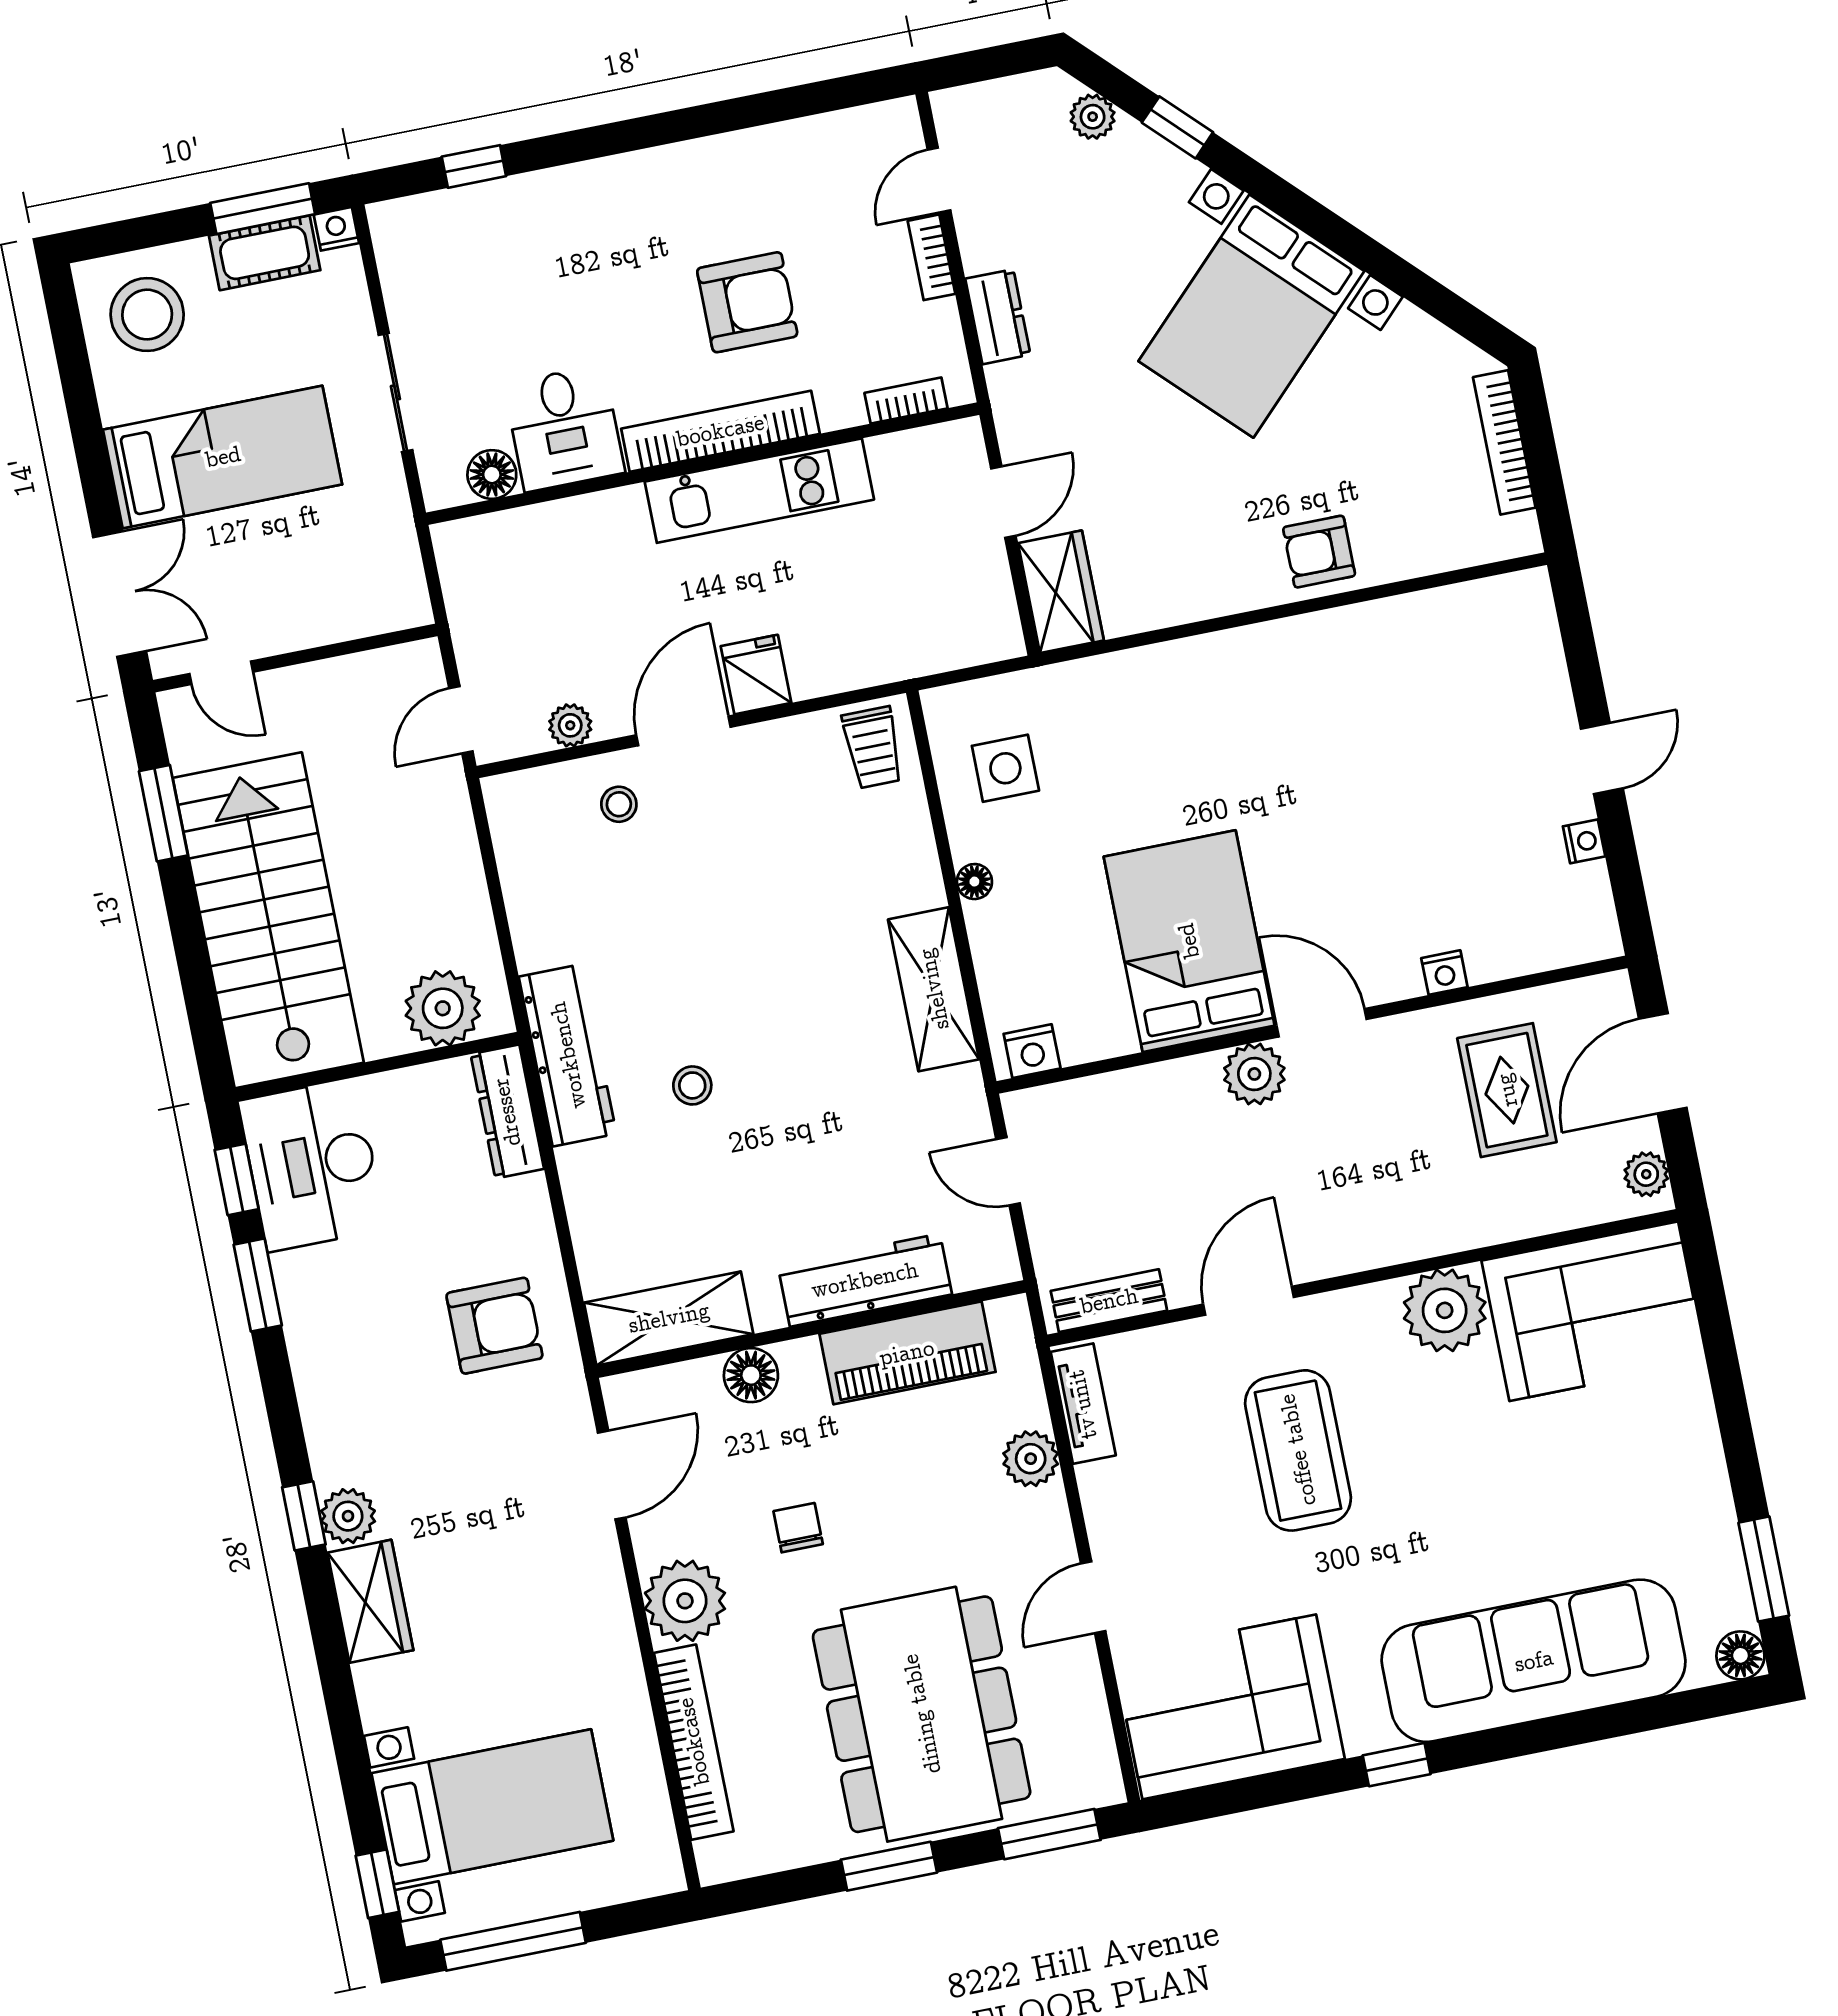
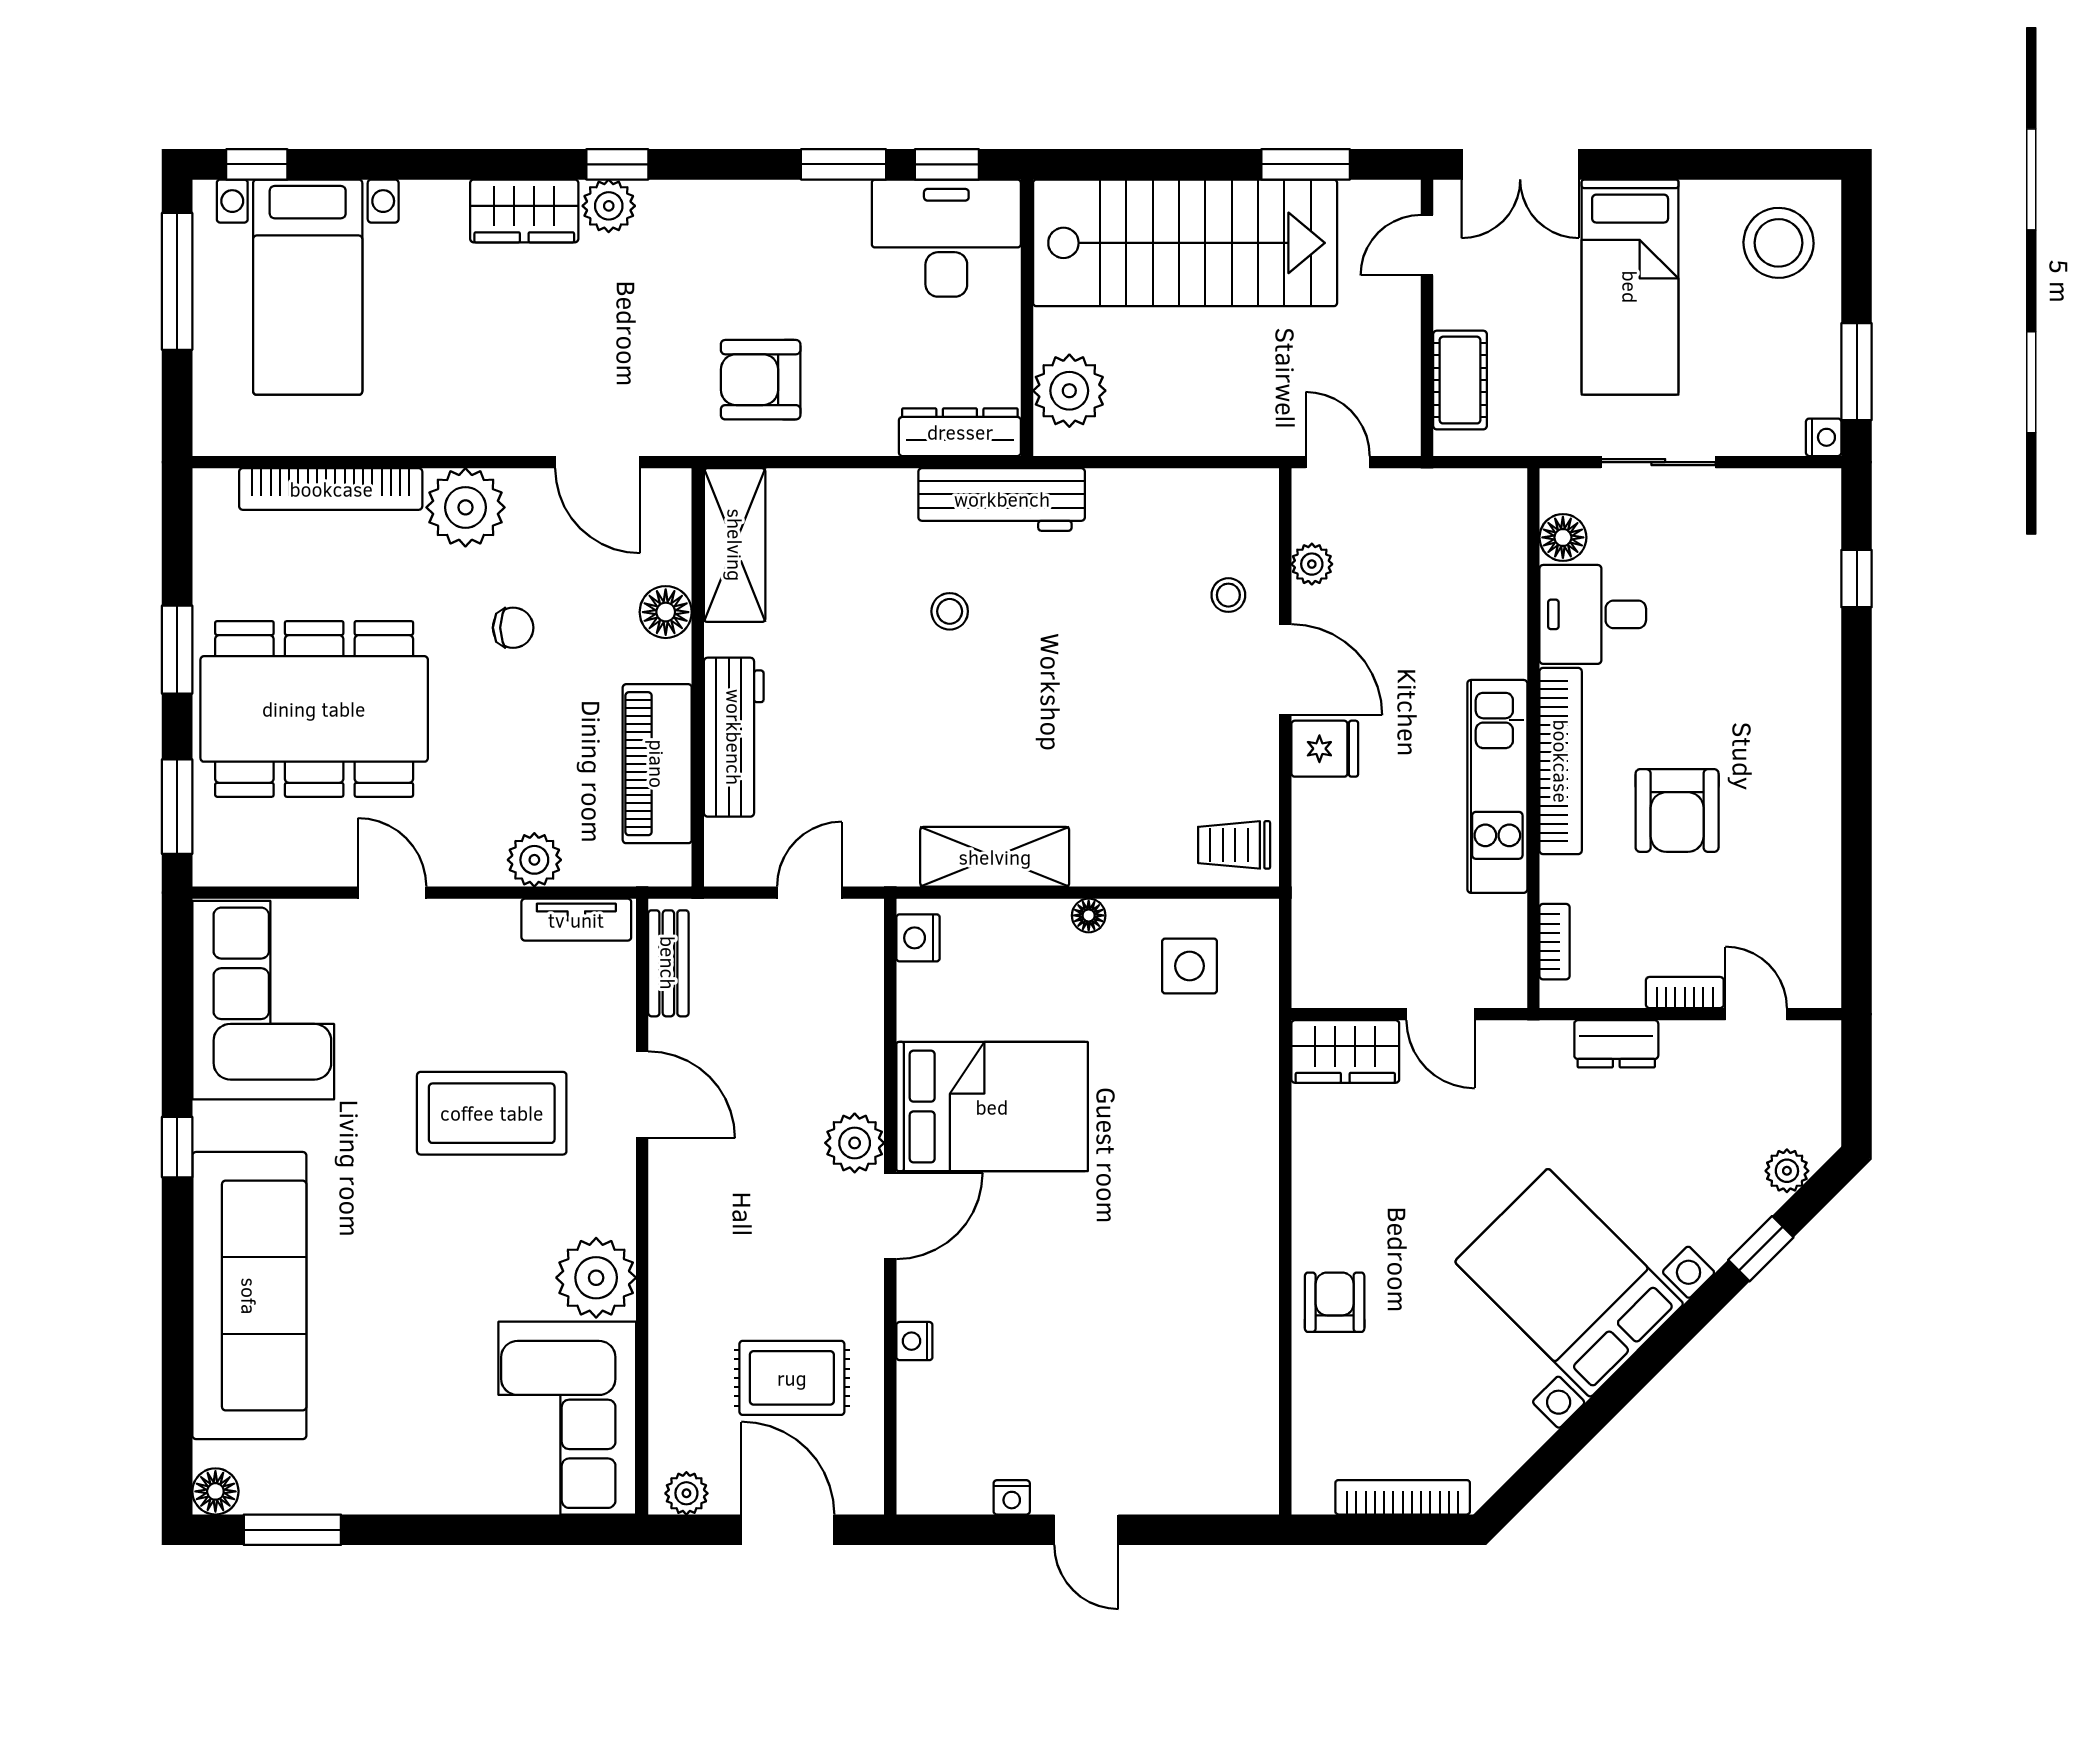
cot: (265, 253) -> (1460, 380), moved
armchair: (494, 1326) -> (761, 380), turned 90

